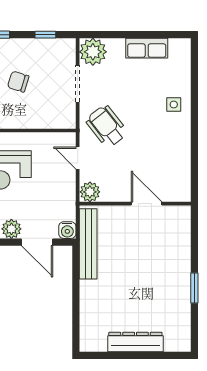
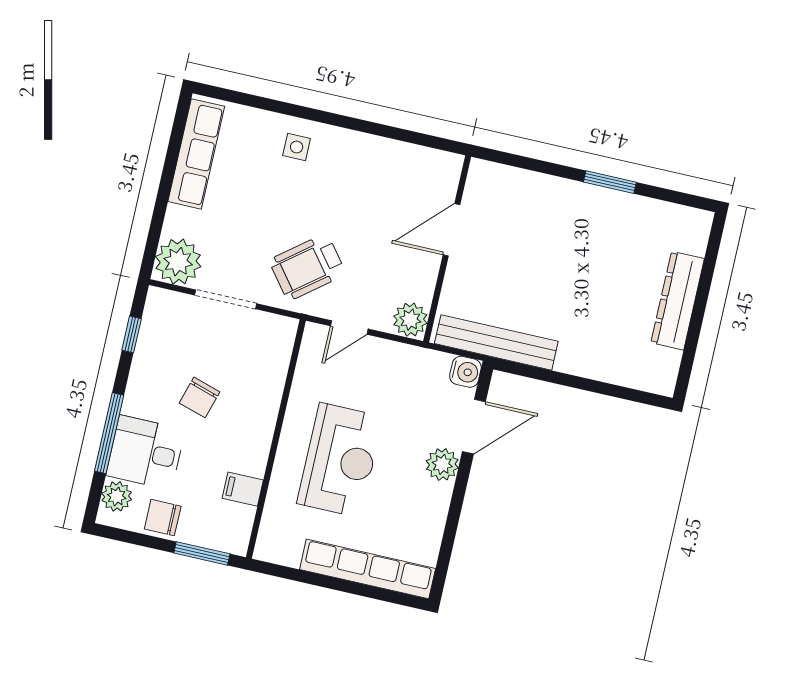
row of seats: (147, 48) -> (196, 154), width x1.48

